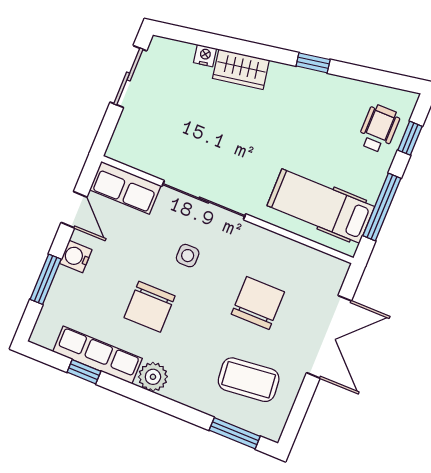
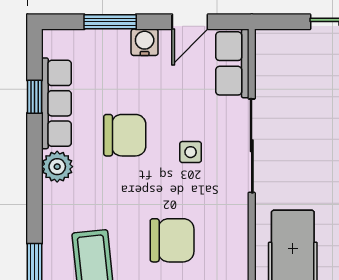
chair: (150, 307) -> (125, 135), turned 180

